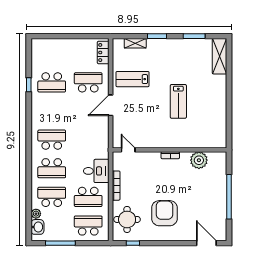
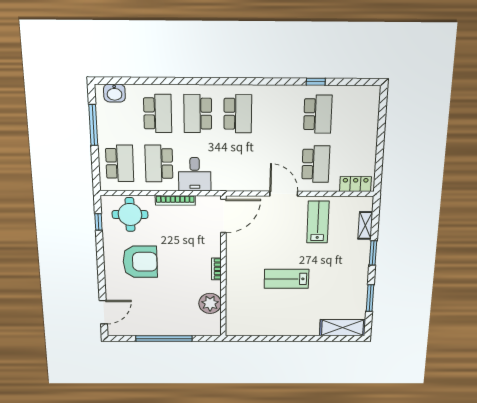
school desk: (52, 82) -> (318, 114), turned 180
door: (128, 150) -> (223, 216), width x1.87
plant: (36, 214) -> (133, 91), removed

